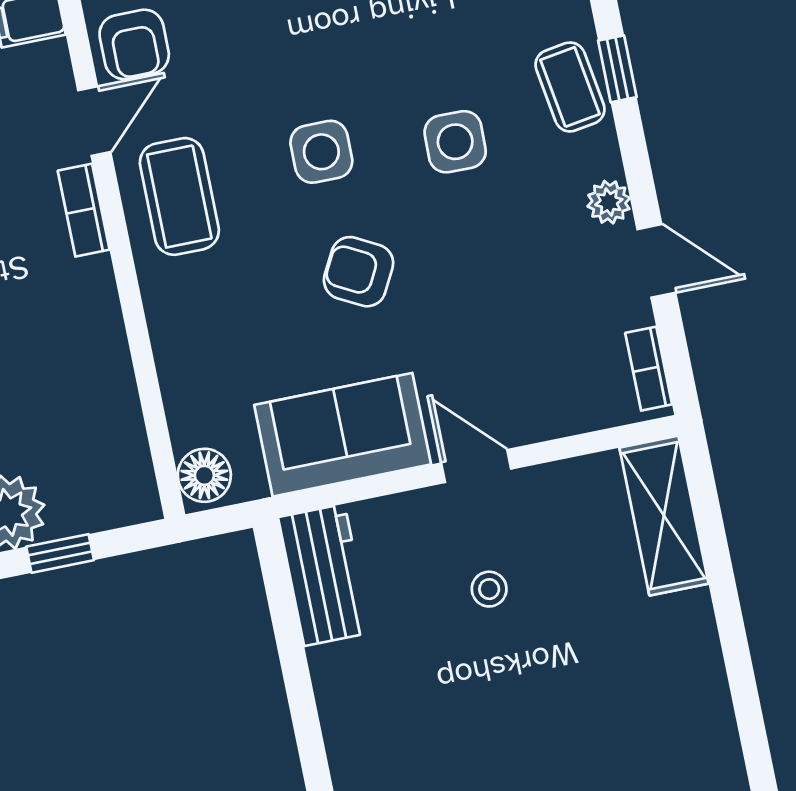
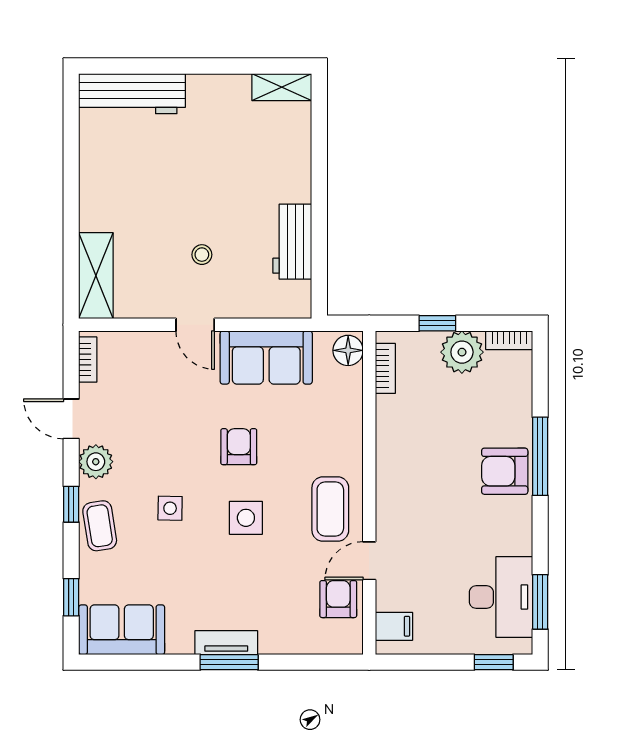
window: (617, 69) -> (71, 504), moved
side table: (455, 142) -> (170, 508), width x0.73, depth x0.73
plant: (609, 202) -> (96, 462), width x1.38, depth x1.38
bookcase: (84, 210) -> (385, 368), moved
armchair: (359, 272) -> (239, 447), turned -118
workbench: (324, 575) -> (292, 242), moved

